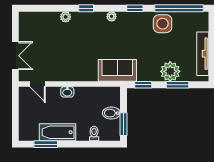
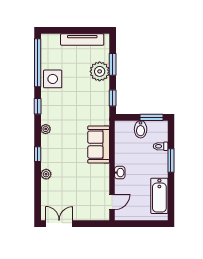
double door: (15, 56) -> (59, 224), moved
sofa: (117, 70) -> (99, 145), moved
bathtub: (57, 132) -> (159, 196), moved
window: (46, 144) -> (171, 161), moved

